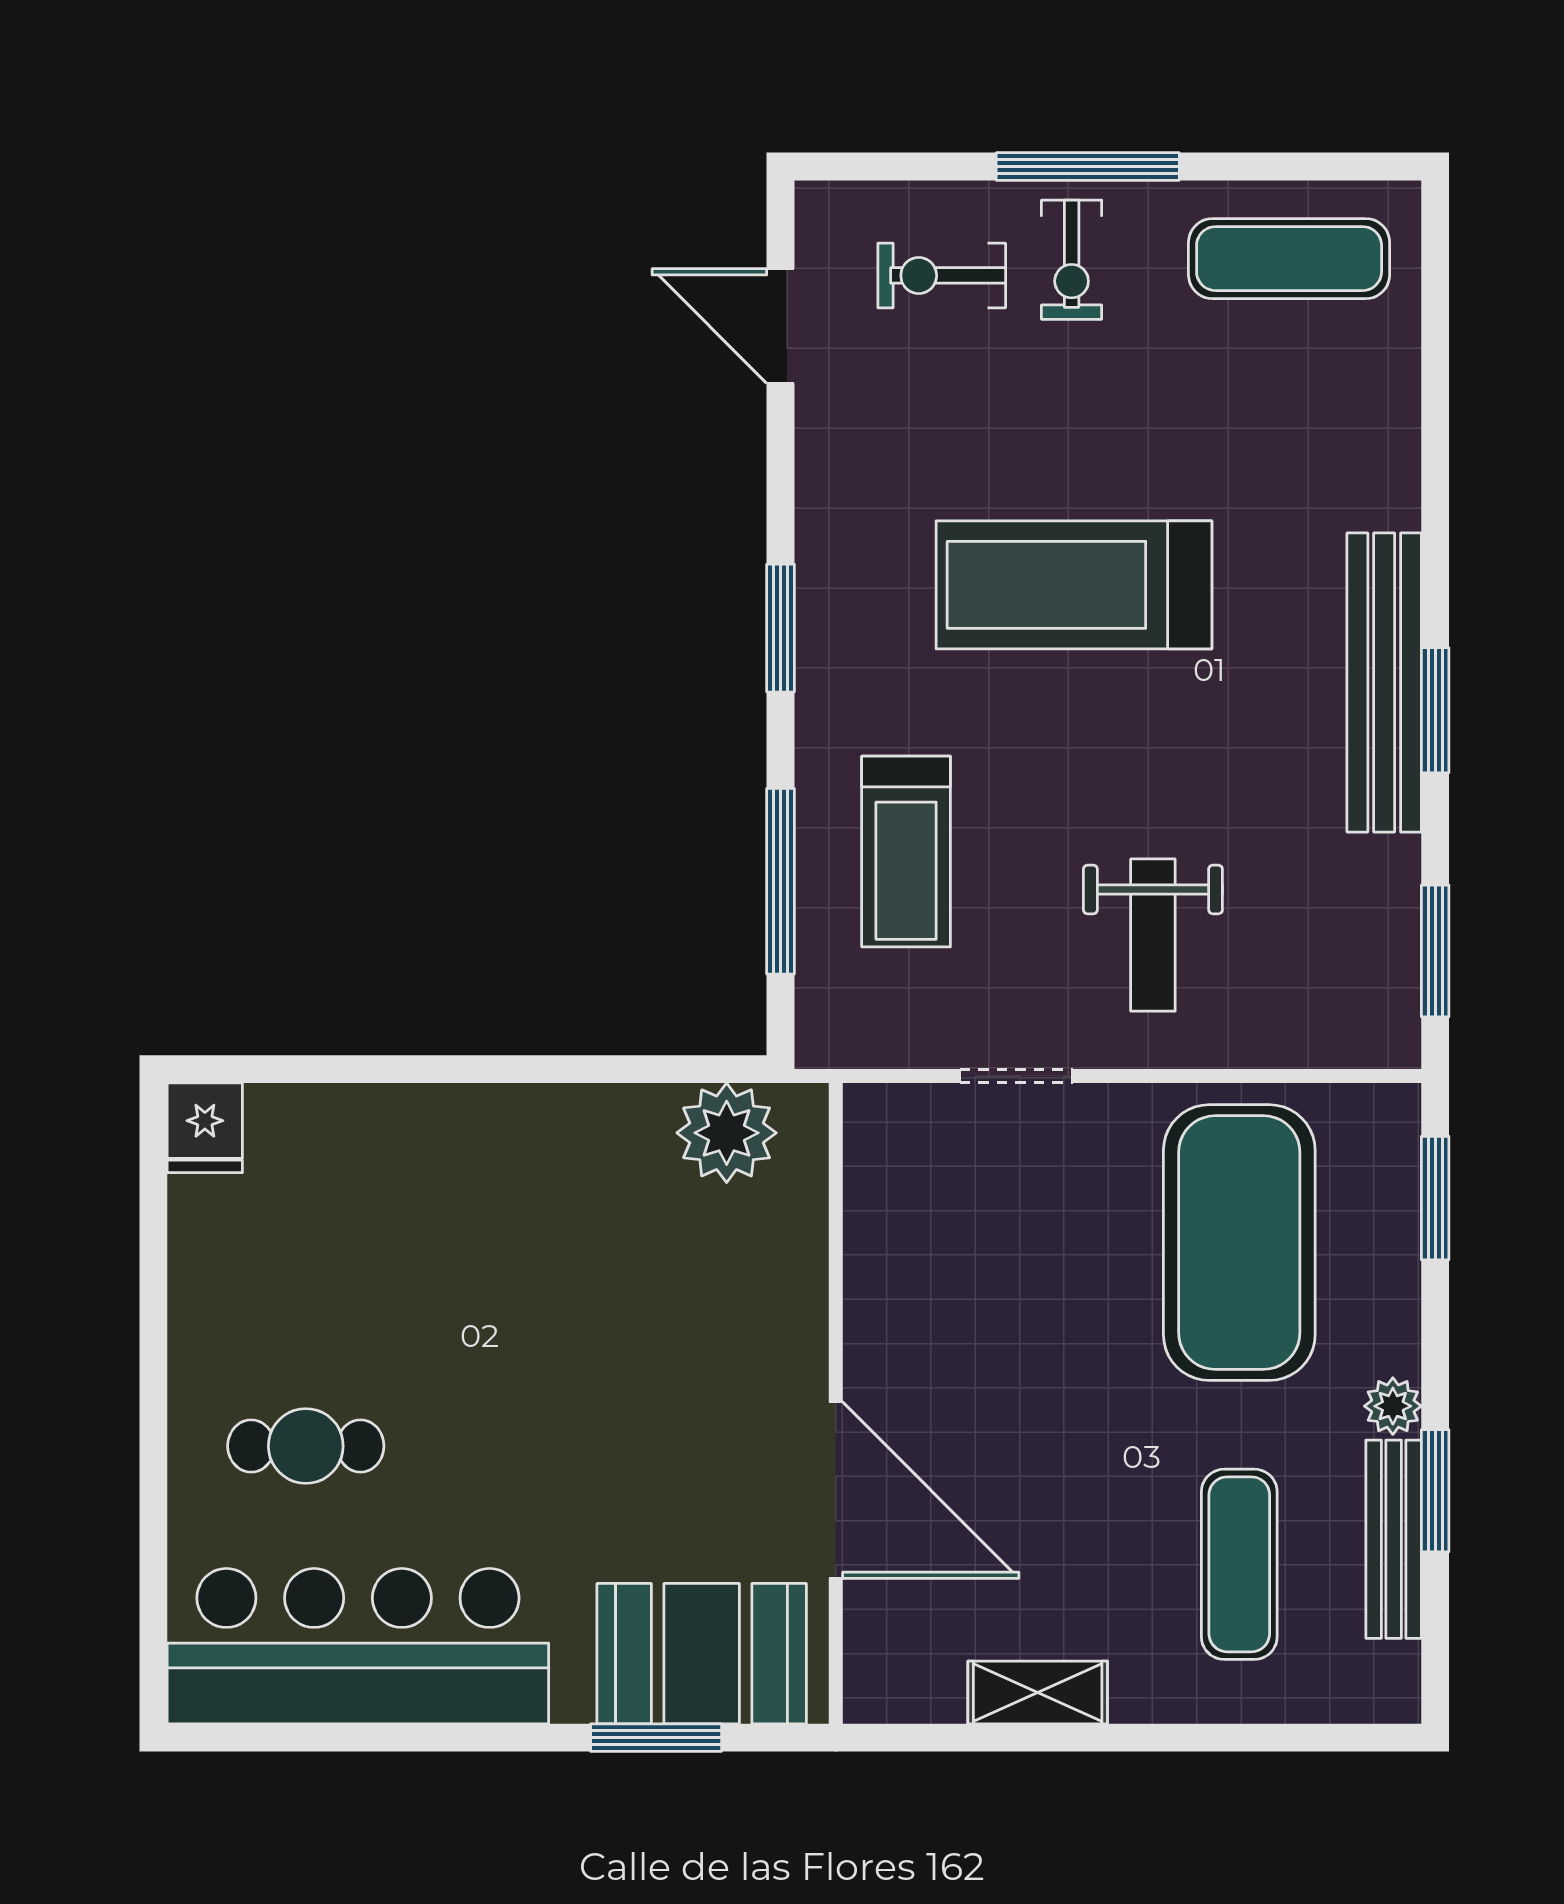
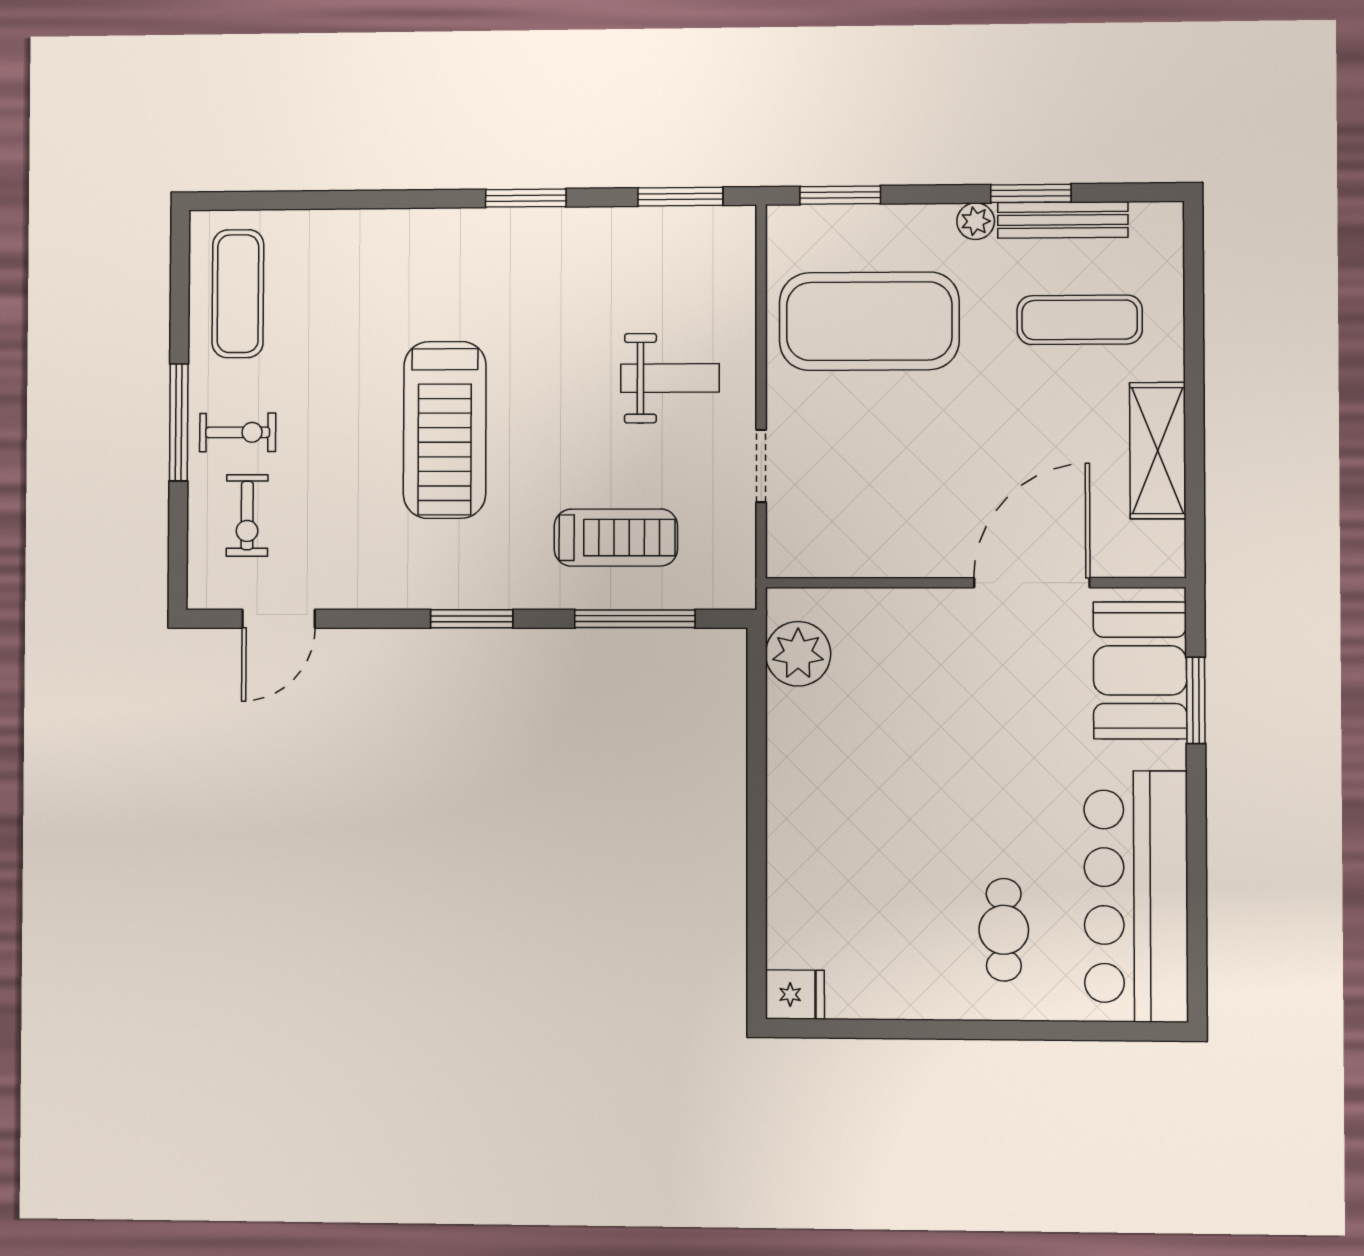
bench: (1384, 683) -> (508, 231), removed
shelving: (1038, 1692) -> (1158, 451), width x1.50, depth x1.33

